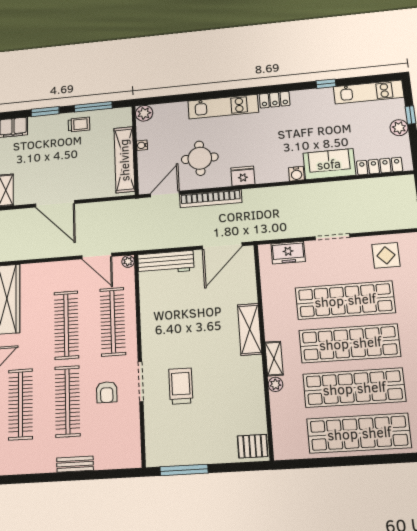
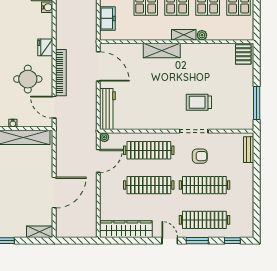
bench: (75, 464) -> (249, 150), moved

